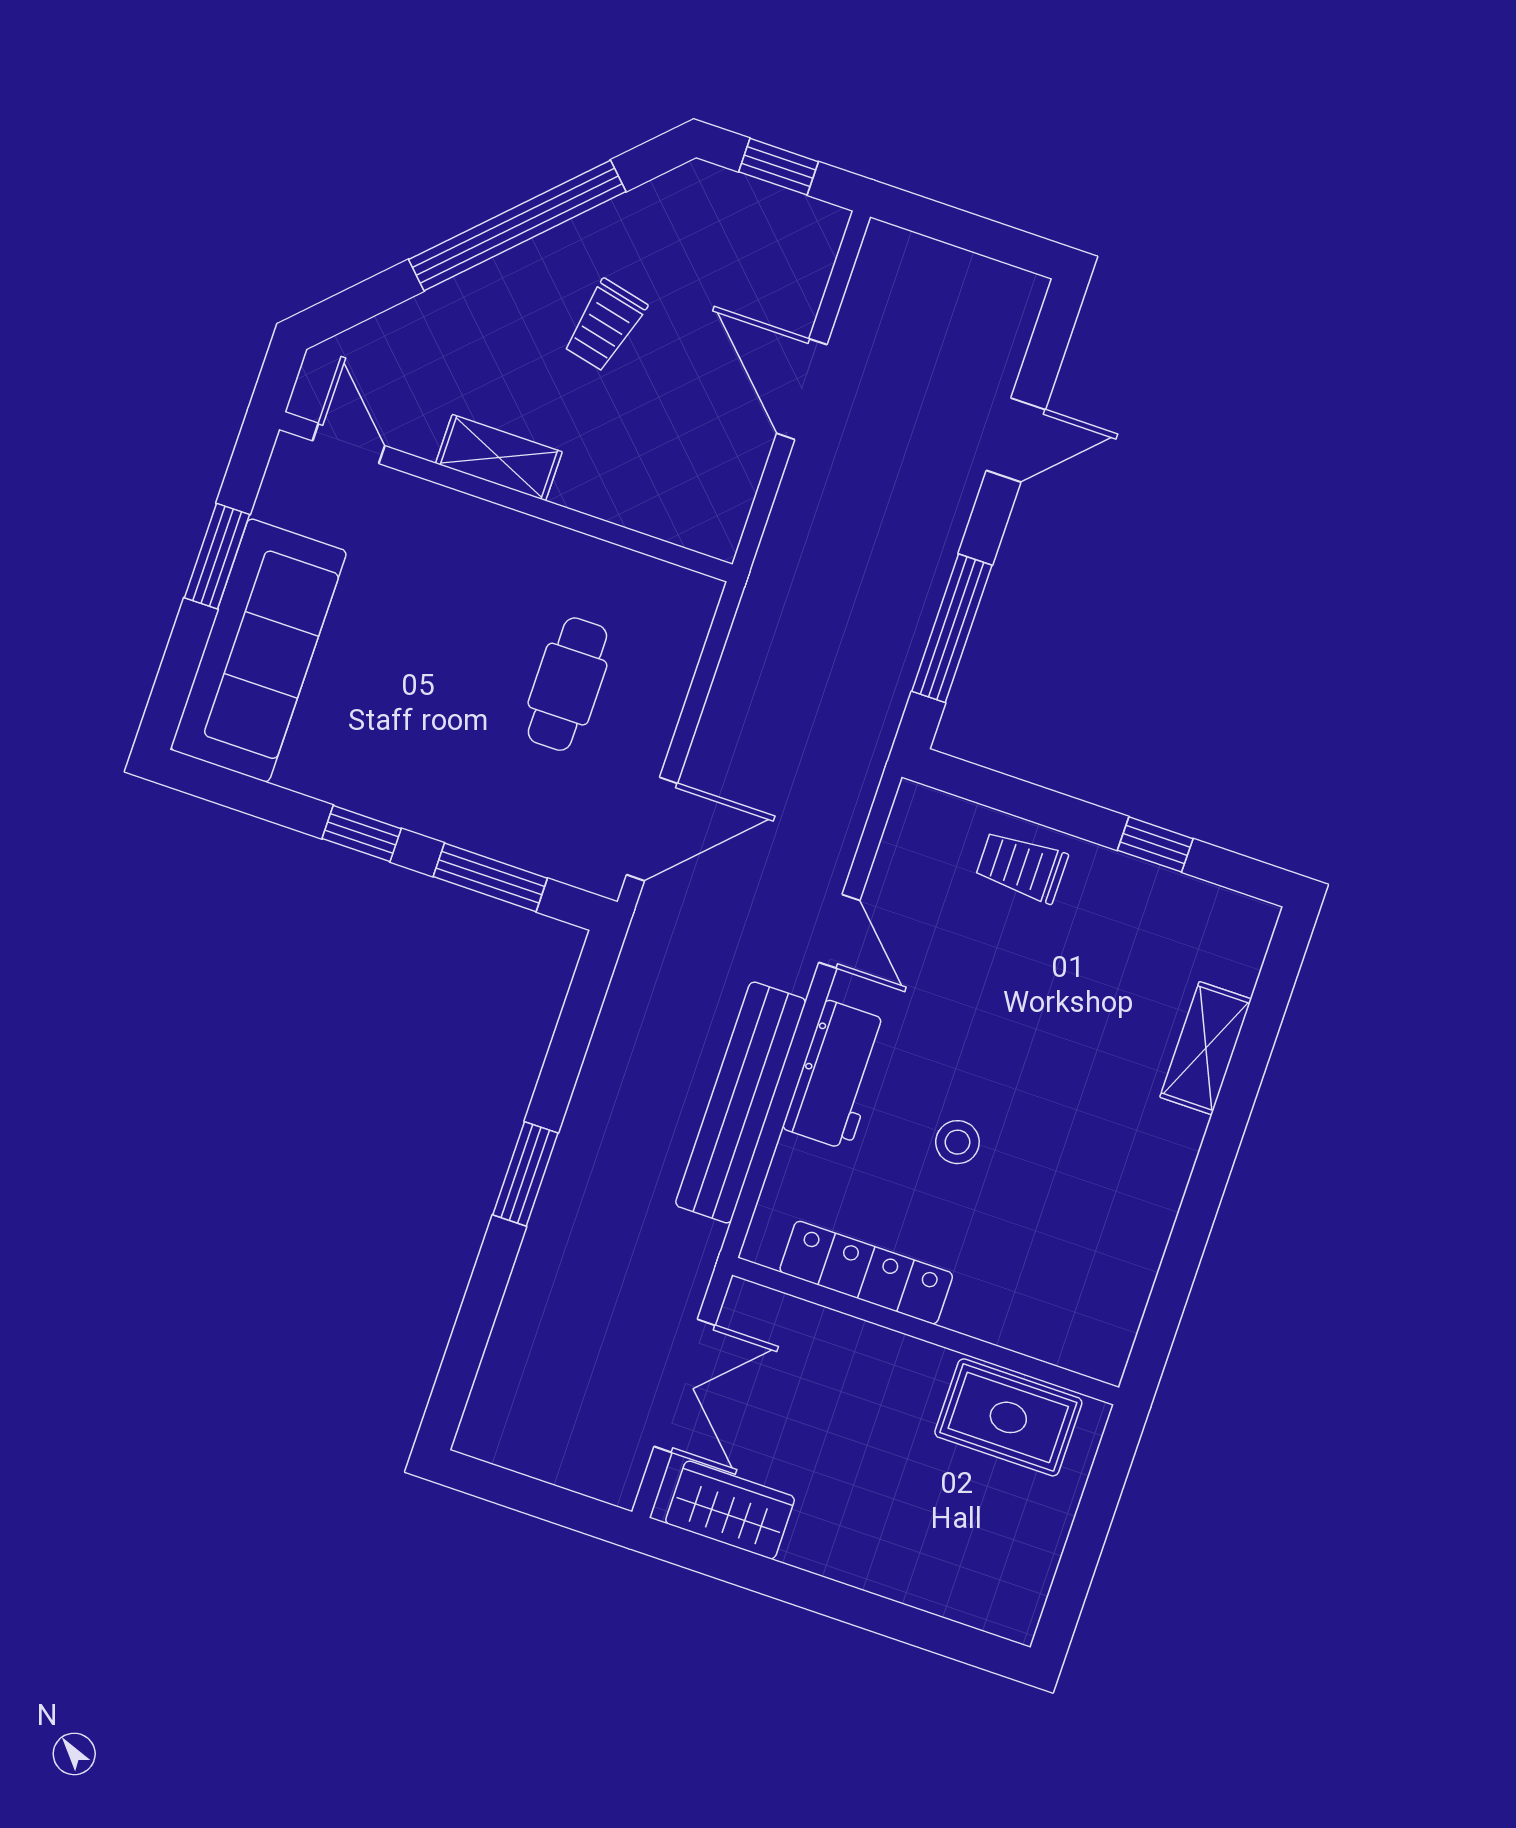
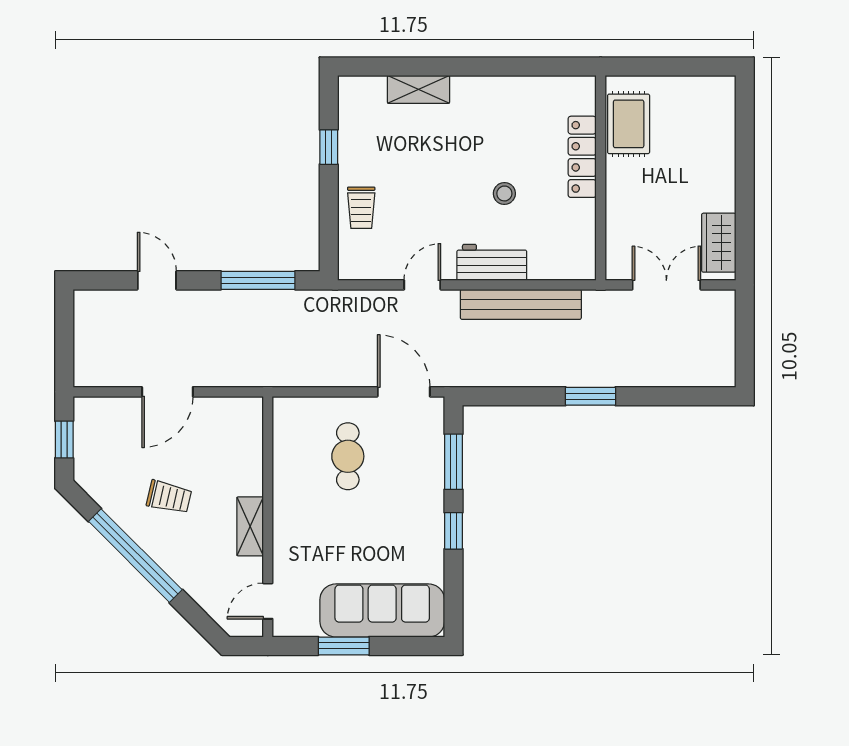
cafe table: (567, 684) -> (348, 456), turned 90
locker: (866, 1273) -> (582, 157), moved

